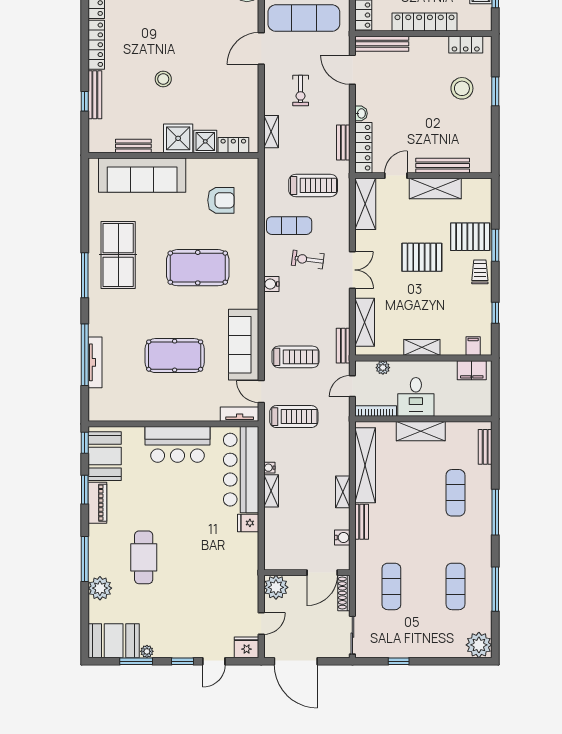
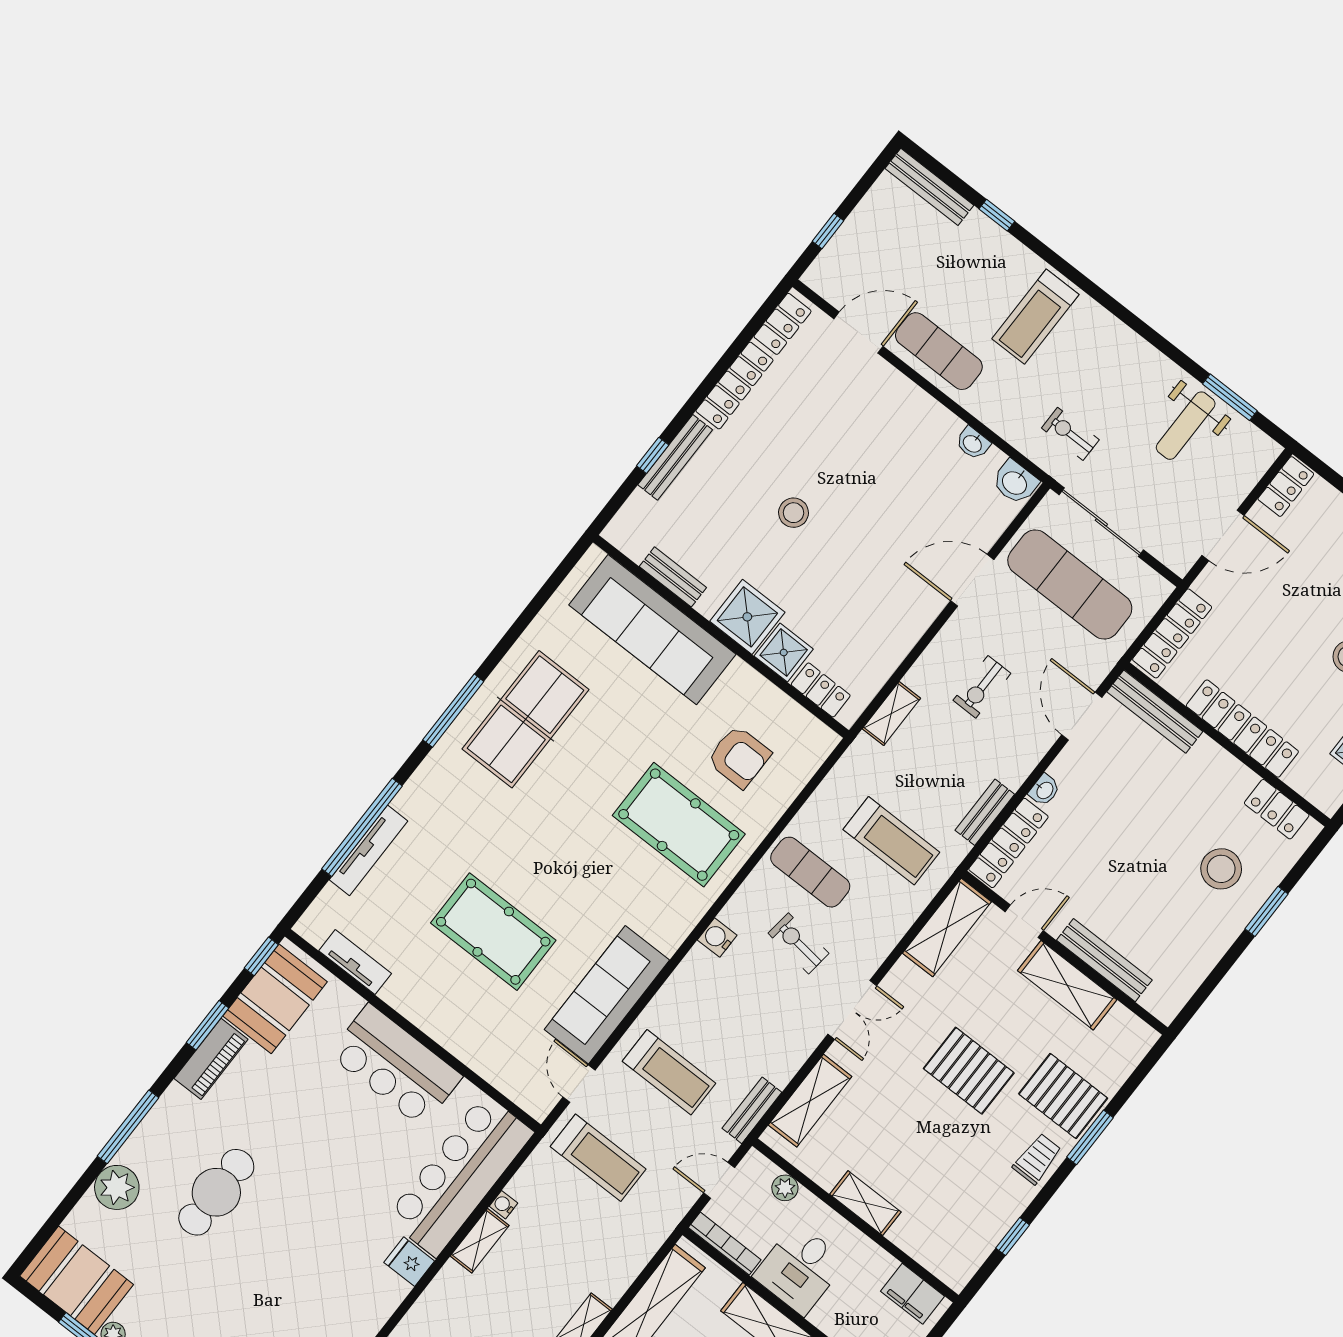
pool table: (198, 268) -> (679, 825), moved
filing cabinet: (473, 346) -> (942, 1260), removed
tv unit: (240, 414) -> (355, 962), moved

